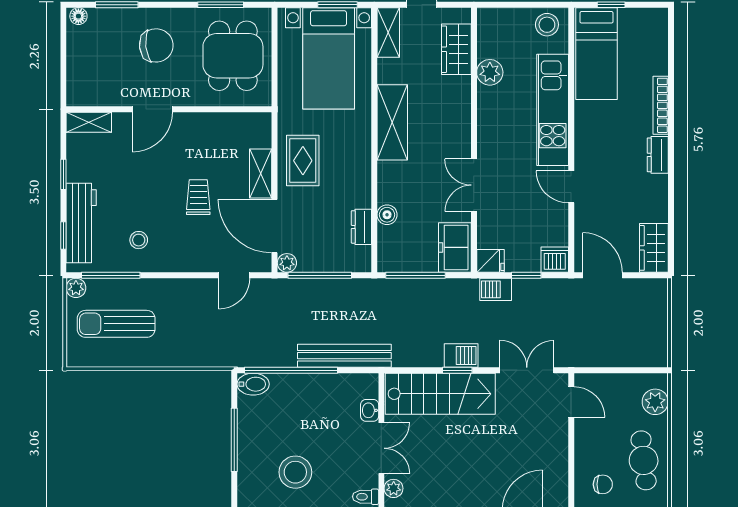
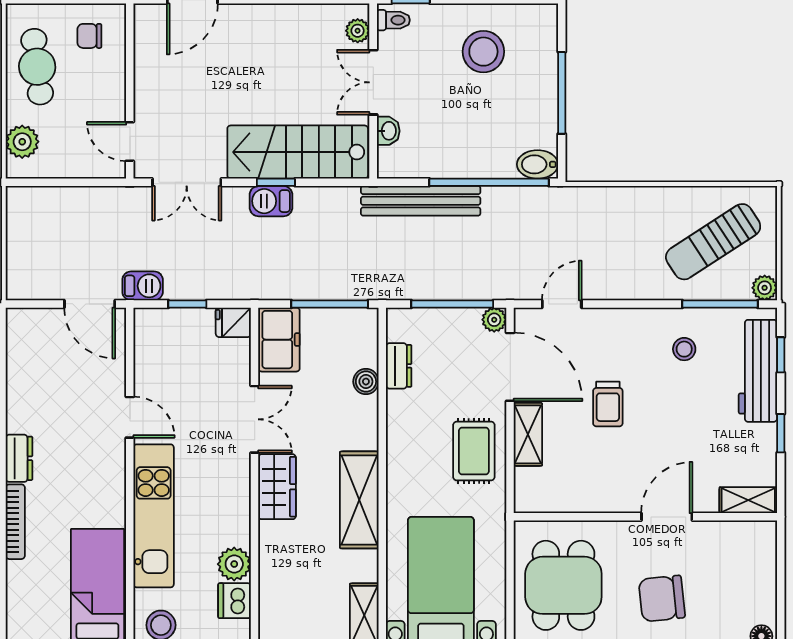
wardrobe: (456, 49) -> (277, 487), moved
wardrobe: (654, 248) -> (24, 339), removed
dishwasher: (555, 260) -> (234, 601), moved, turned 90
barbecue: (496, 289) -> (143, 286), moved
sun lounger: (116, 324) -> (713, 242), turned 147

